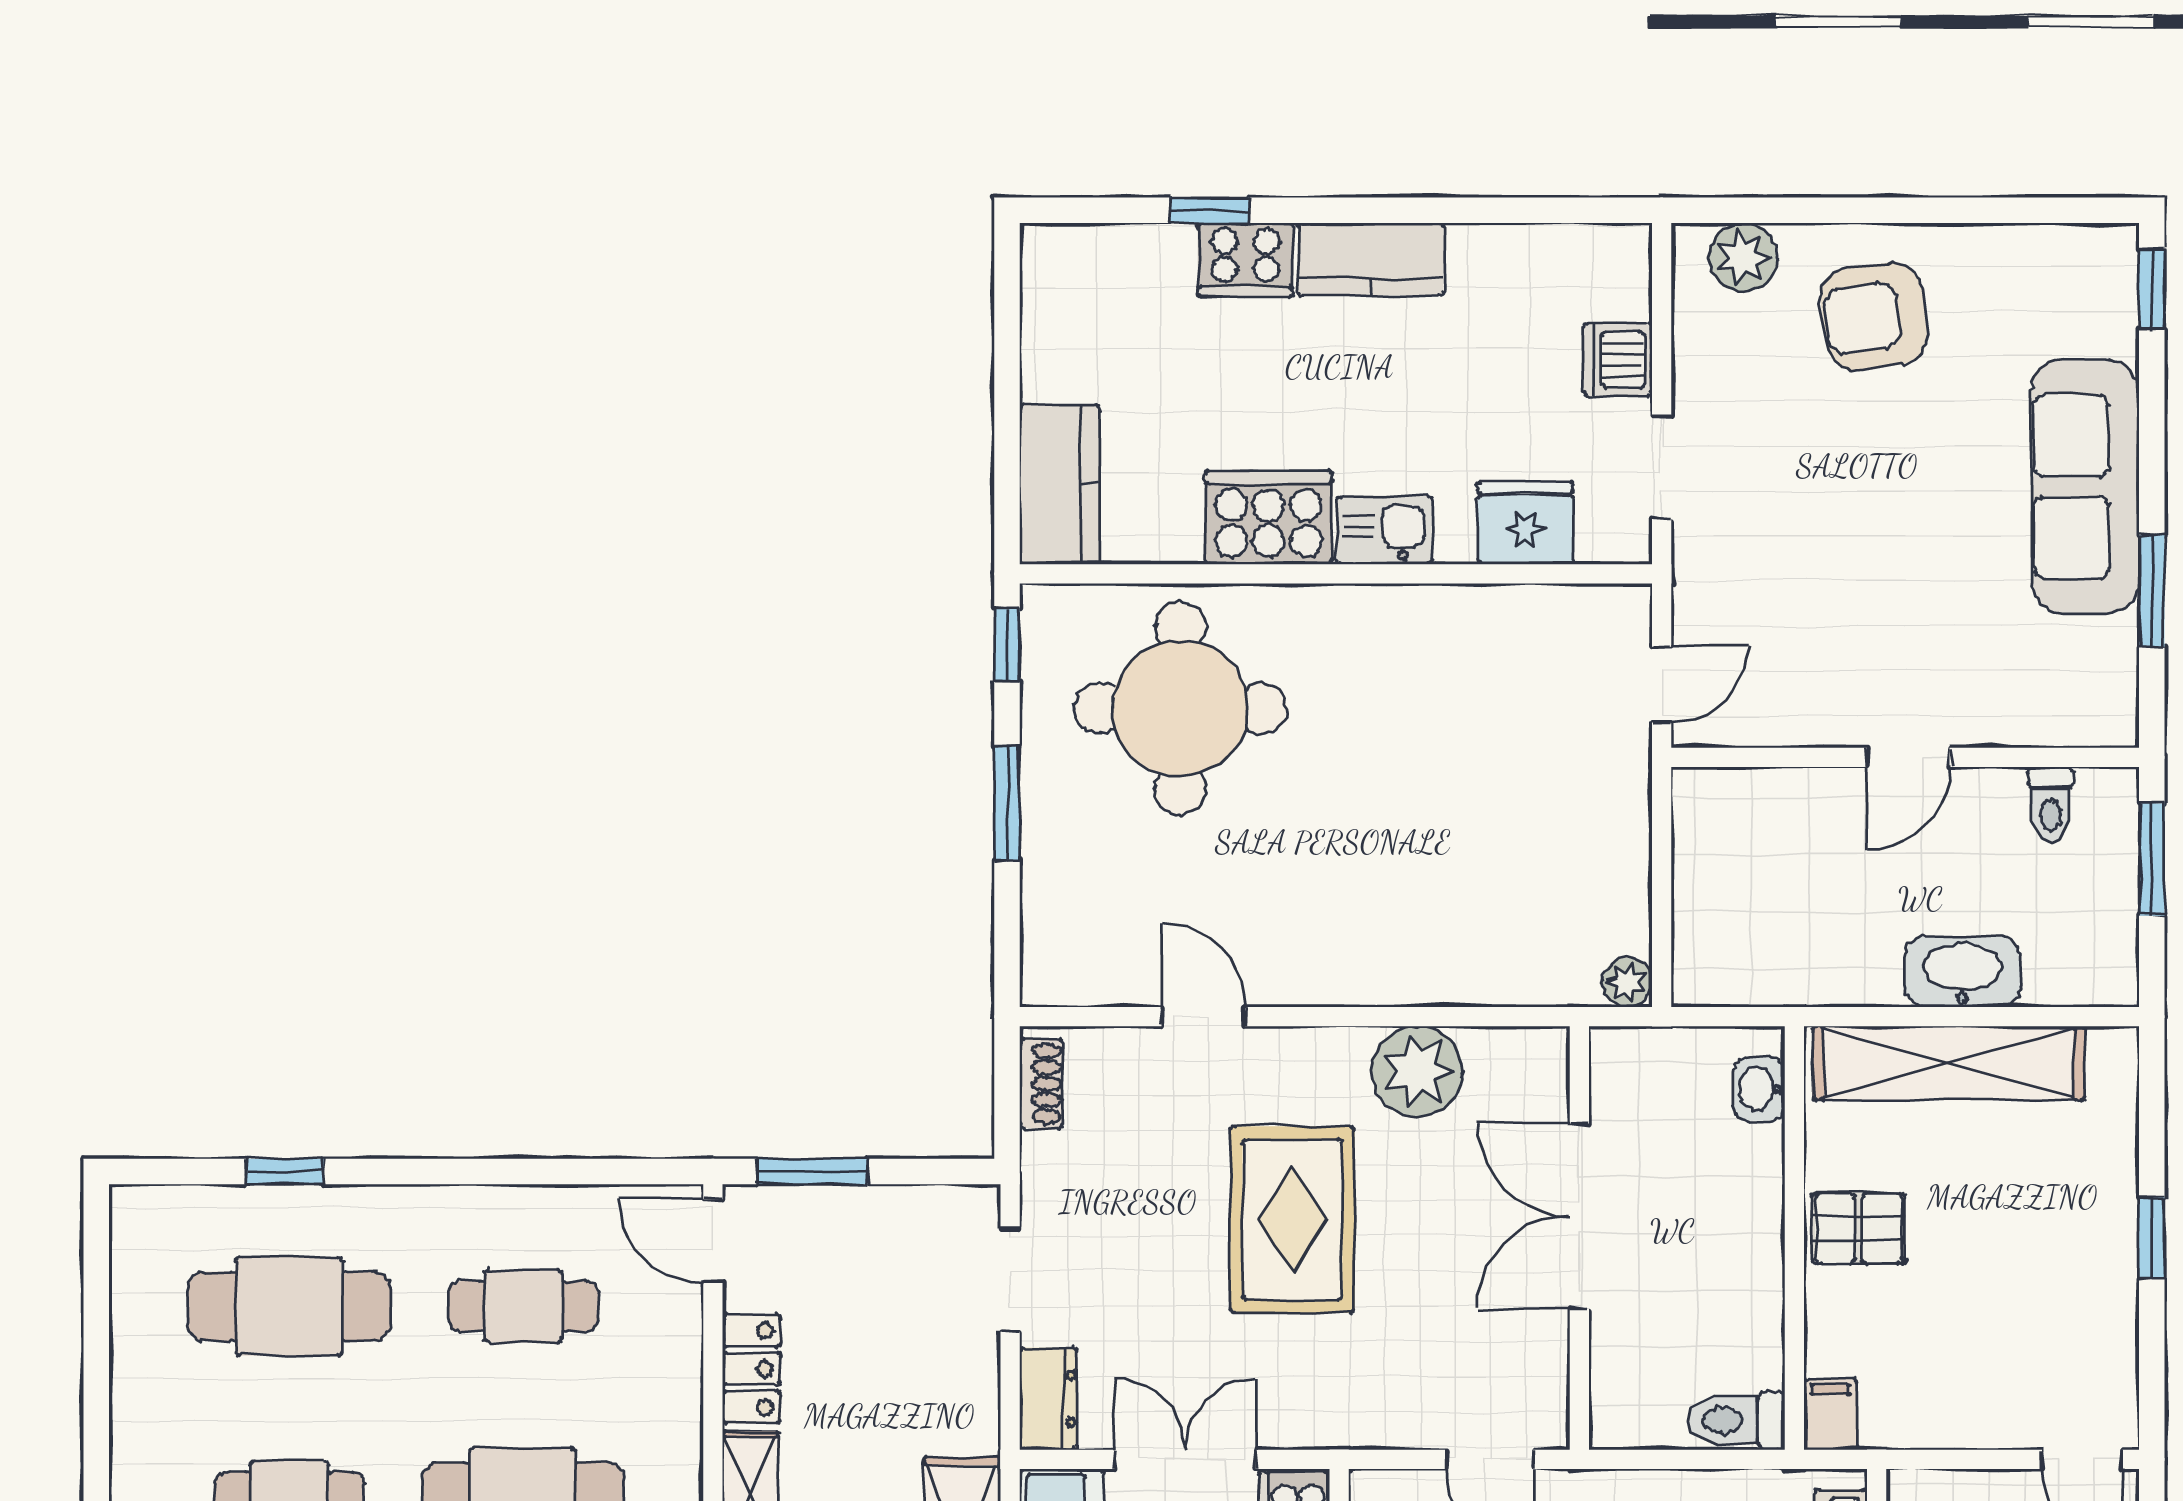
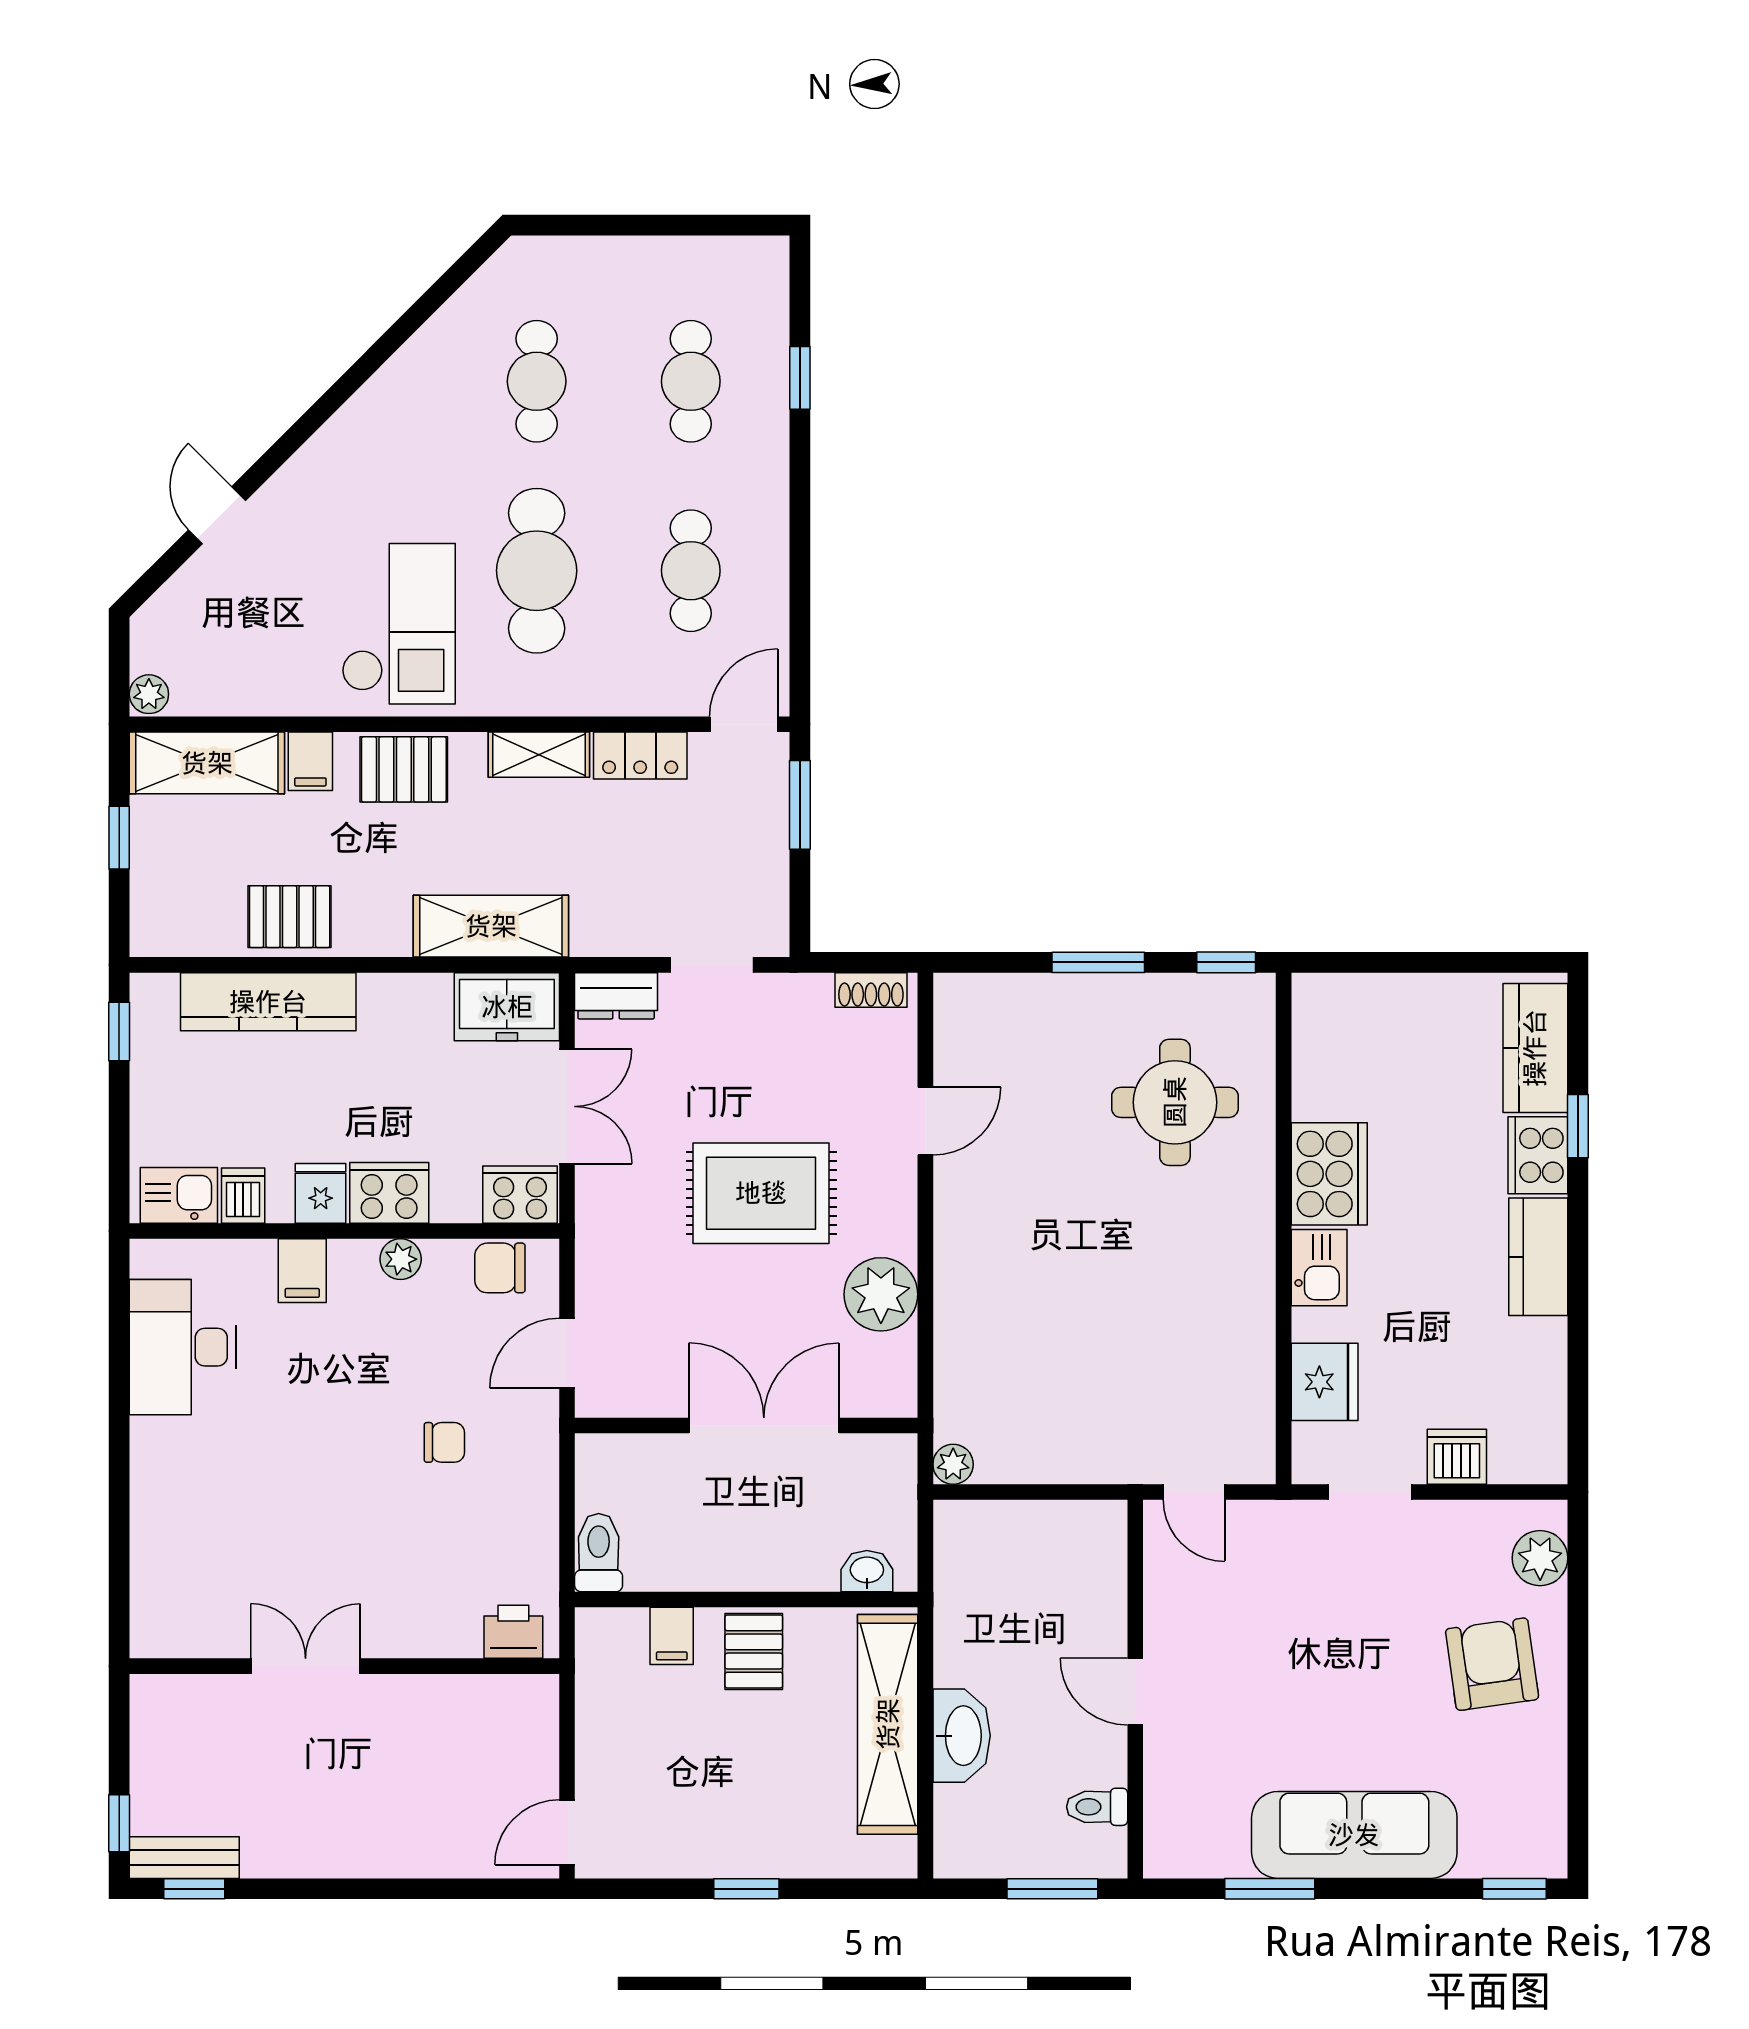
kitchen counter: (1060, 485) -> (1535, 1048), moved, turned 90
round table: (1180, 708) -> (1175, 1102), width x0.73, depth x0.73
cafe table: (289, 1306) -> (691, 381), width x0.73, depth x0.74
filing cabinet: (1830, 1414) -> (672, 1636), moved, turned 90

